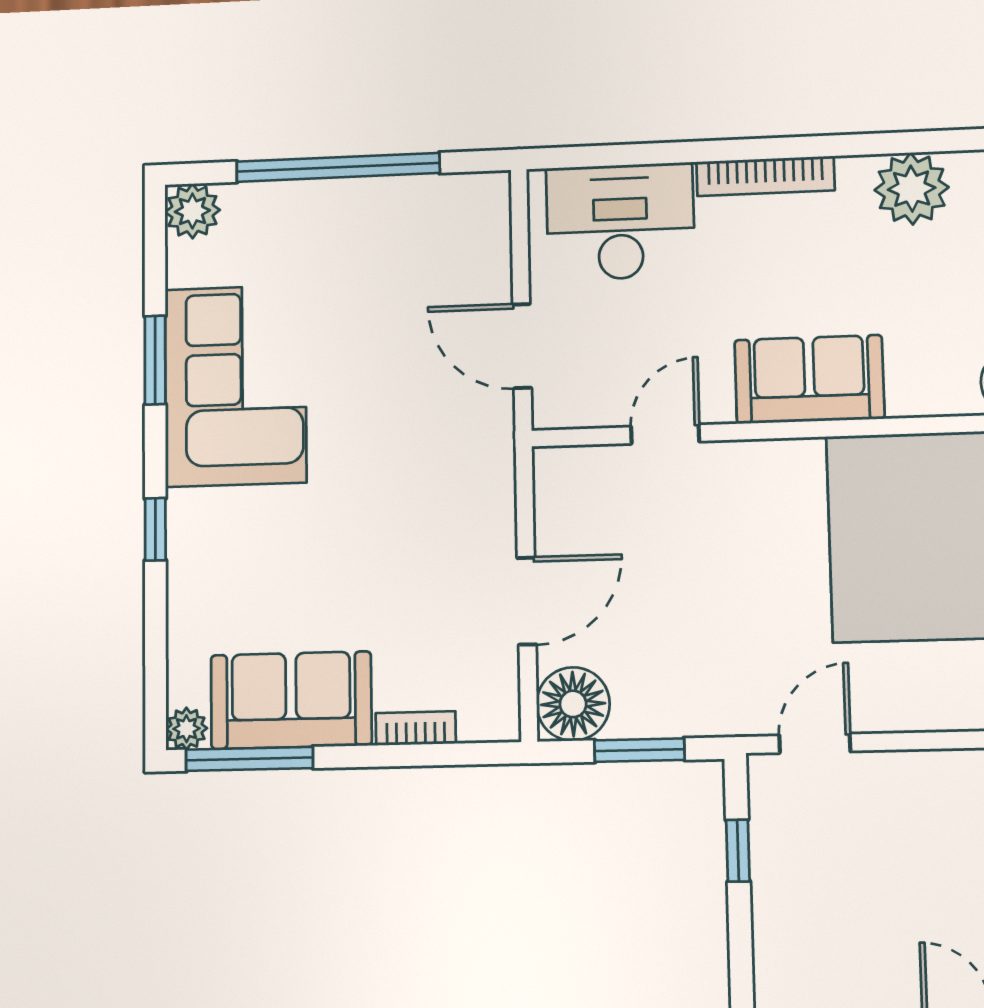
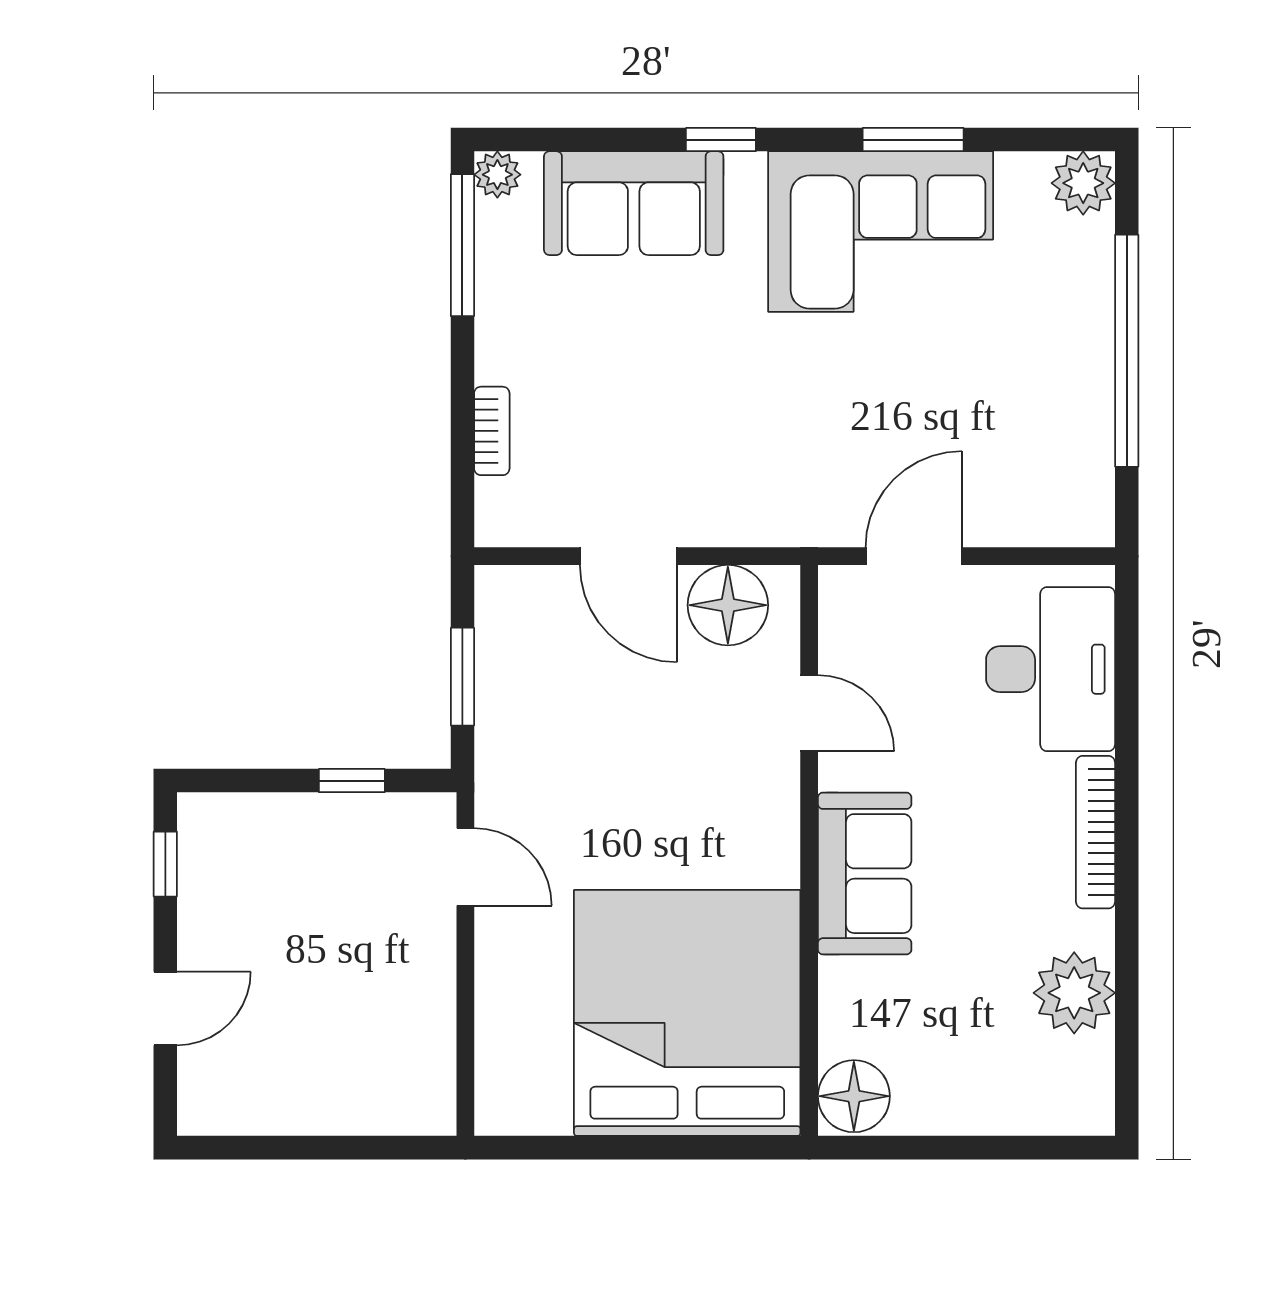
sofa: (291, 700) -> (634, 203), moved, turned 90
floor lamp: (573, 704) -> (728, 605), moved

